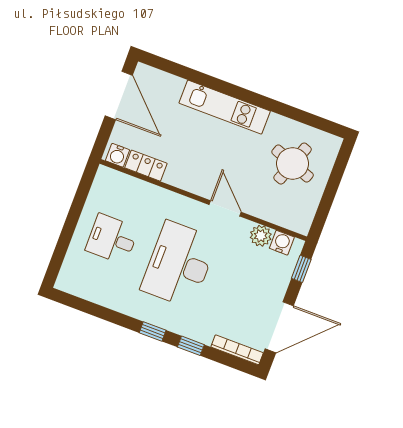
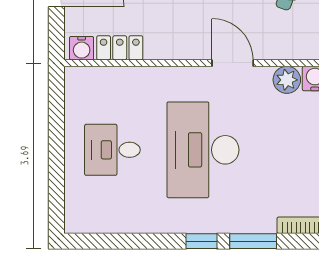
window: (191, 346) -> (253, 241), width x1.50

